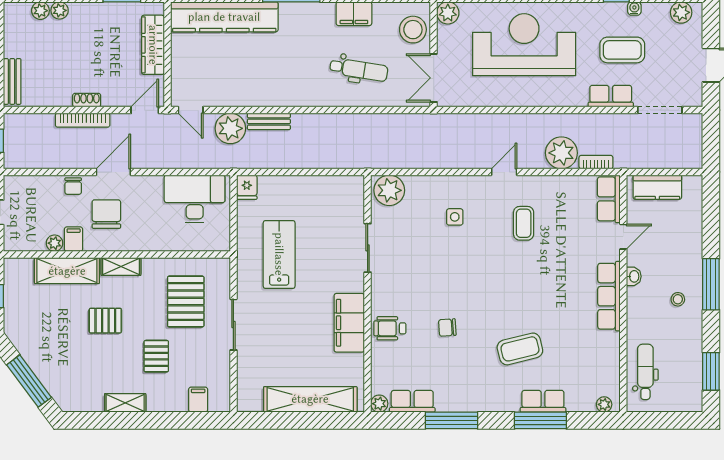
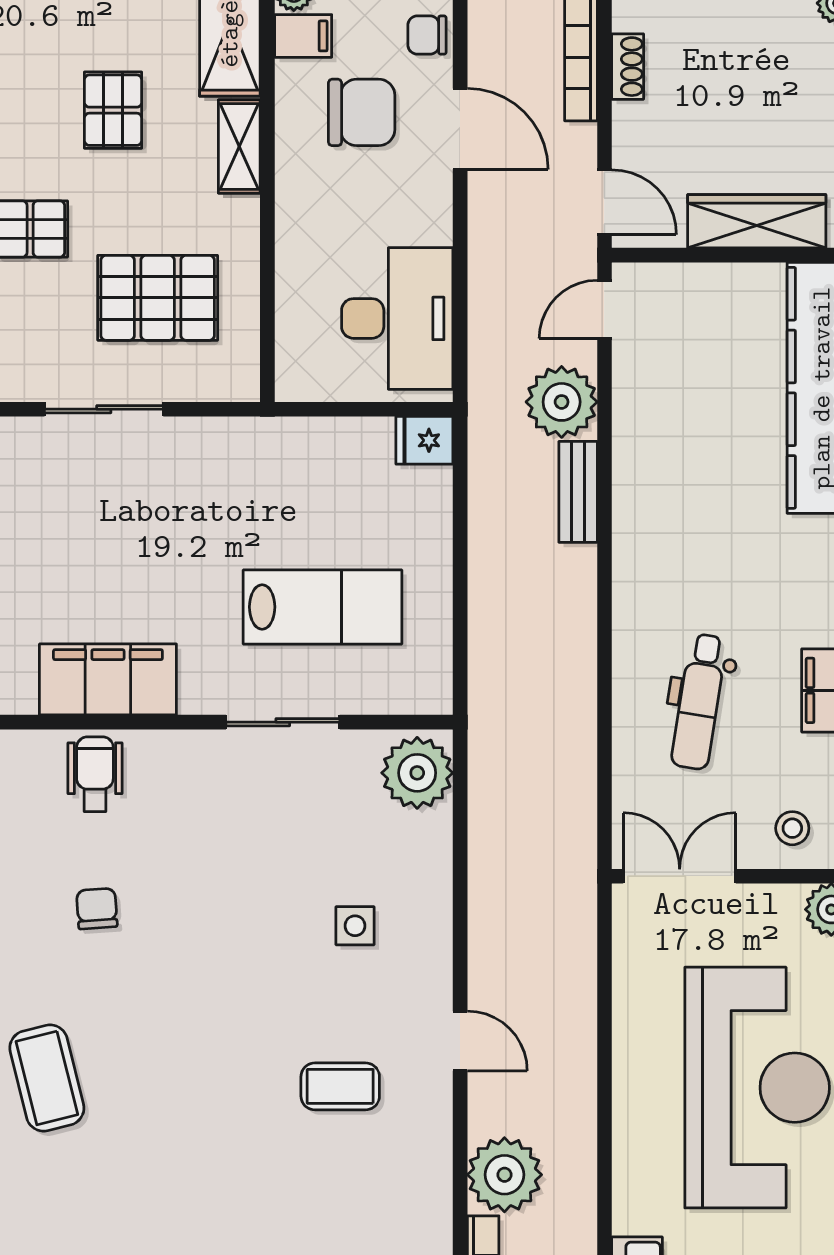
stool: (413, 30) -> (792, 828), width x0.53, depth x0.53
lab bench: (279, 254) -> (322, 607), moved

